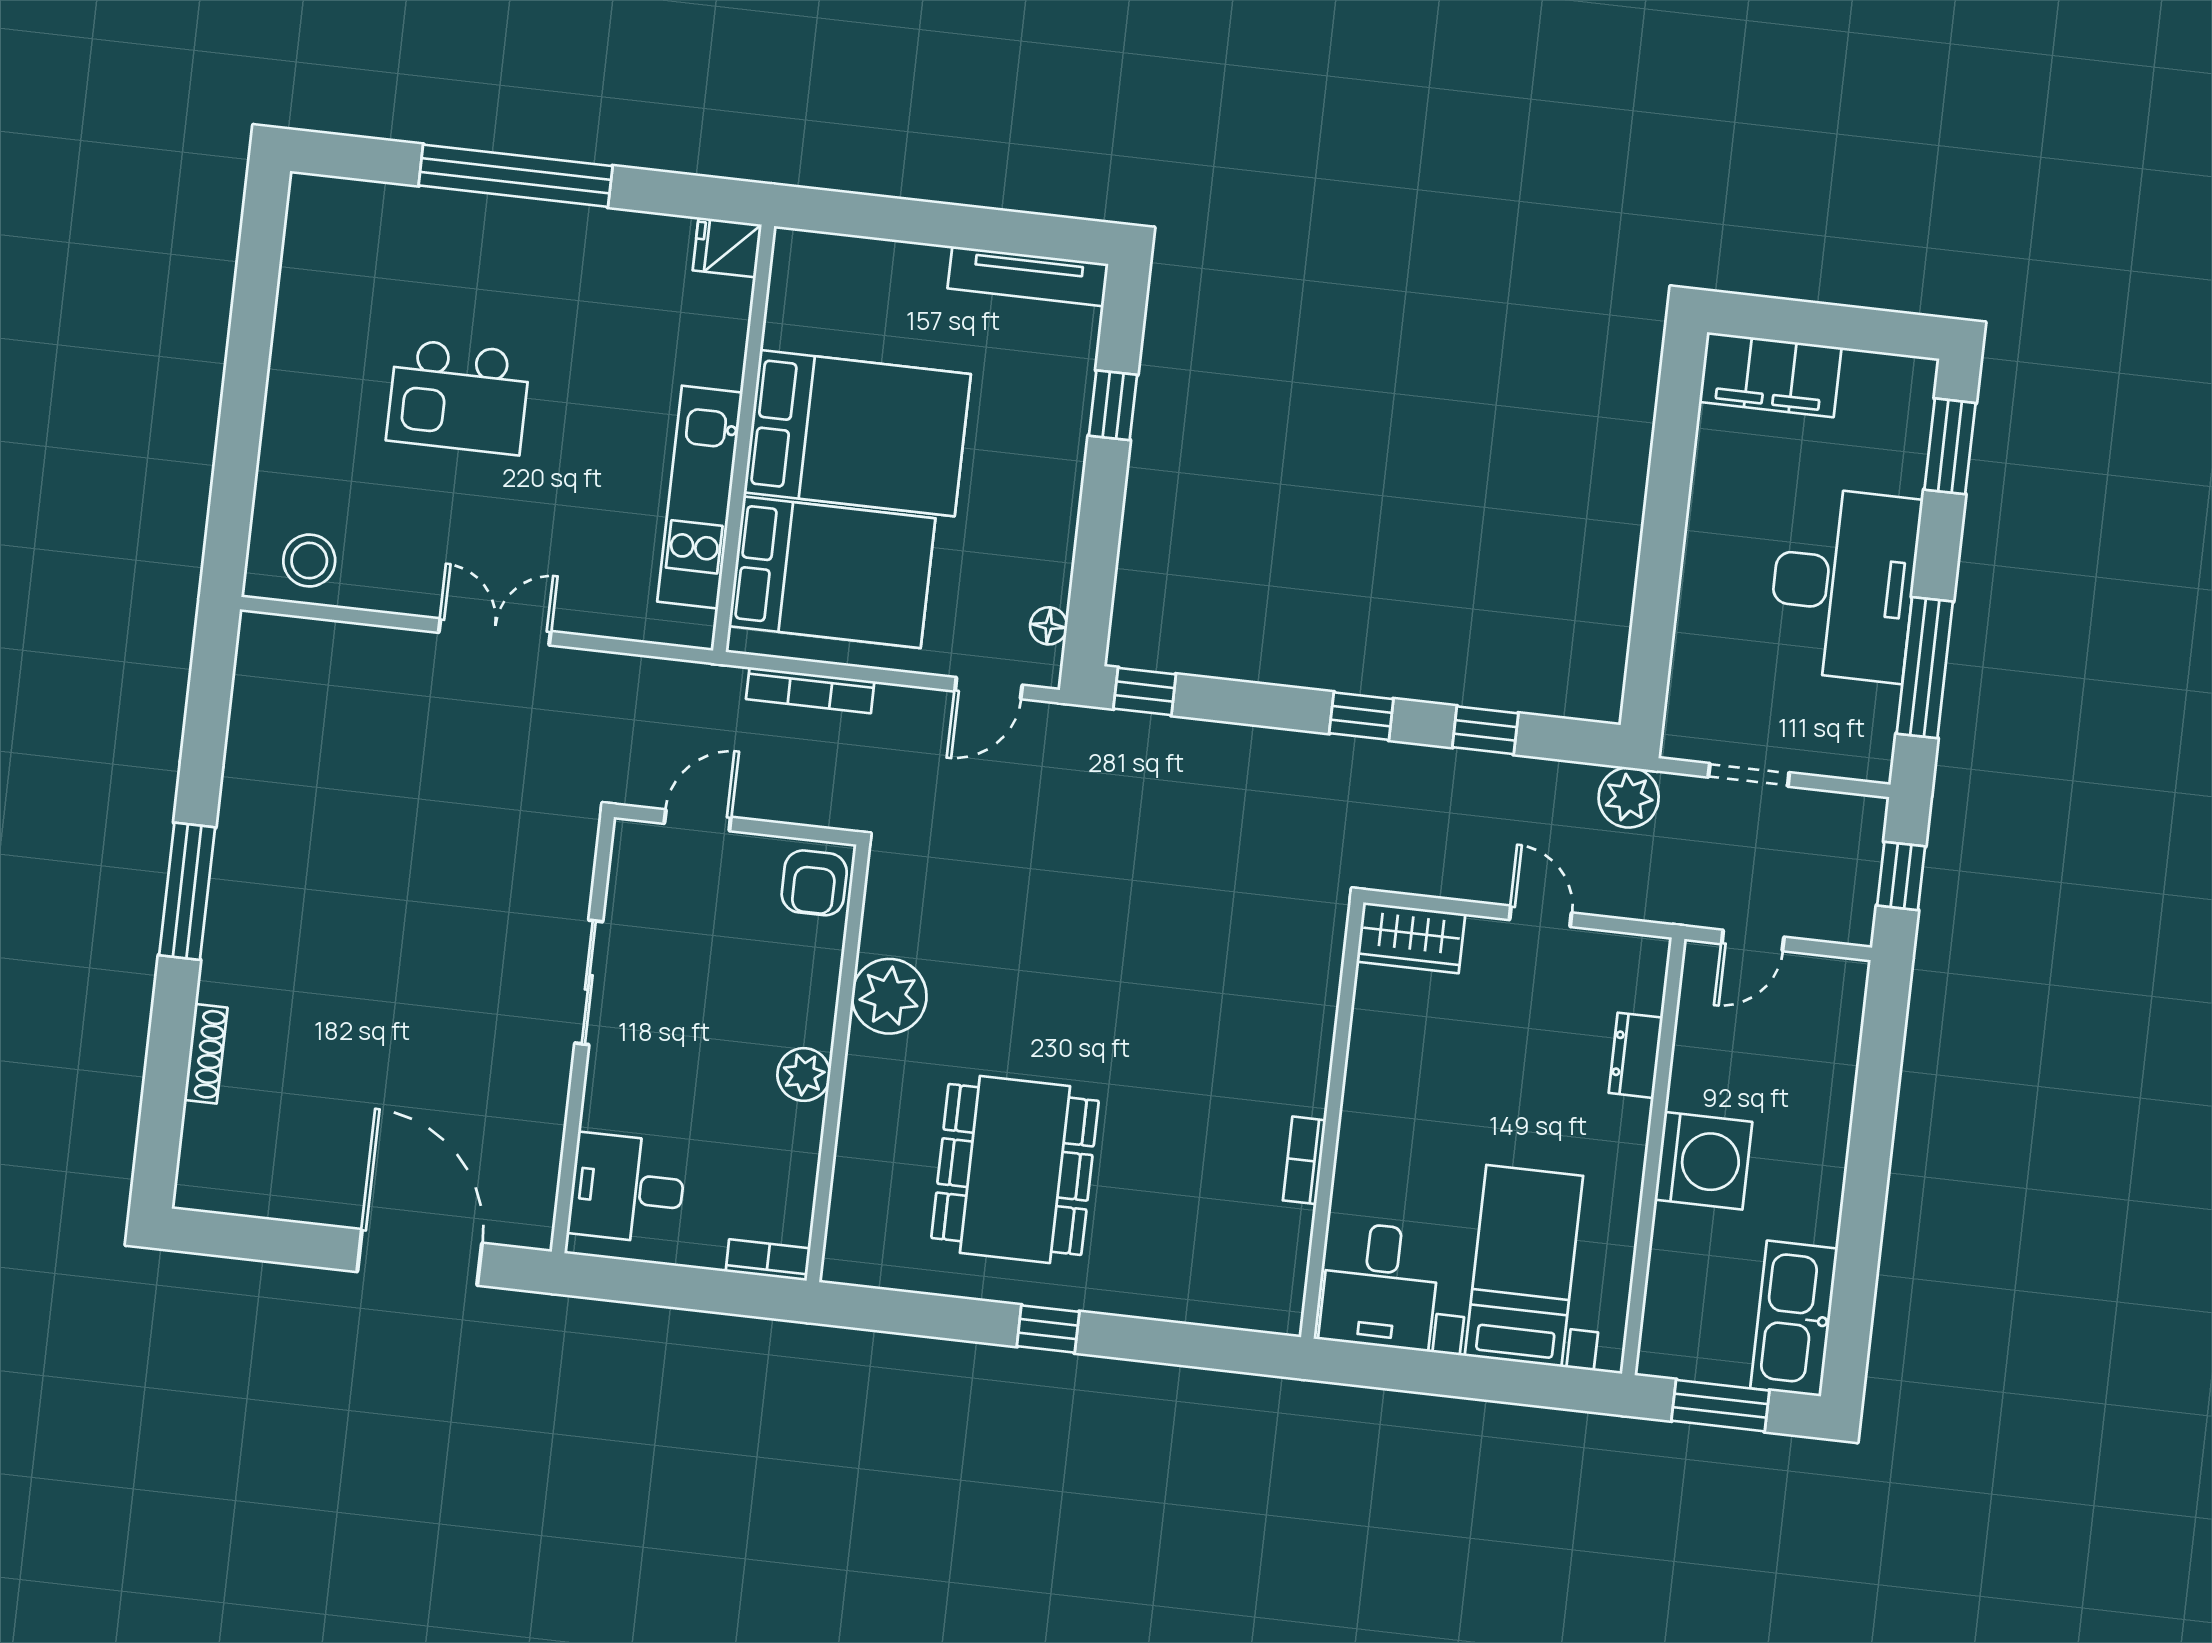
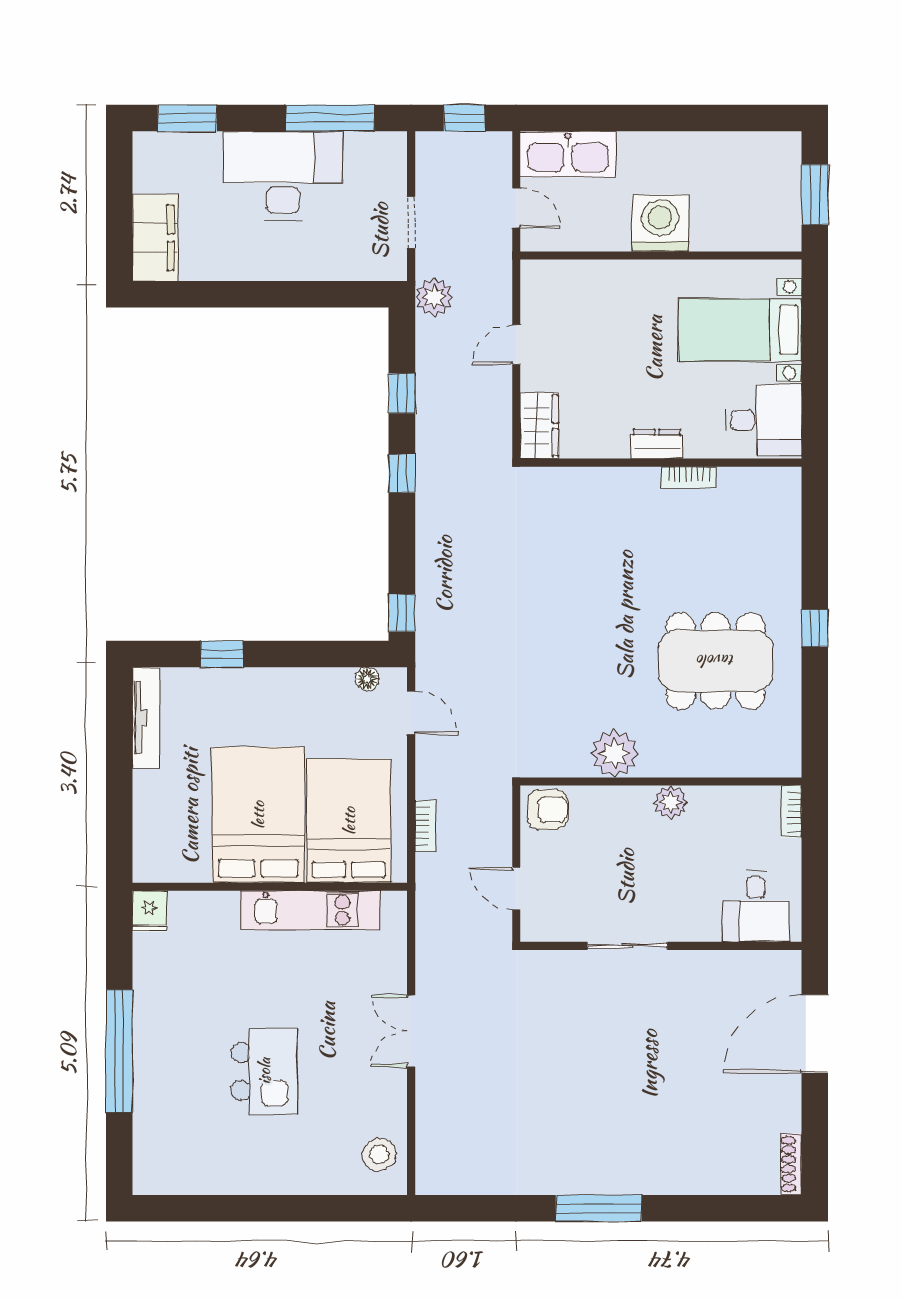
bookcase: (810, 690) -> (425, 826), width x0.64
shoe rack: (206, 1054) -> (791, 1164), moved, turned -90
dresser: (1636, 1055) -> (657, 444), moved, turned 180
kitchen sink: (1794, 1318) -> (568, 154), moved

